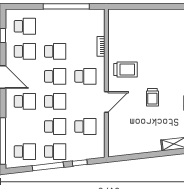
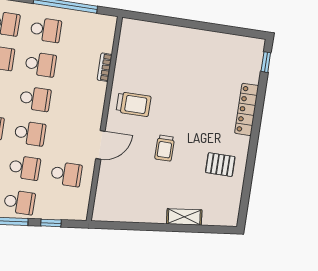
school desk: (85, 76) -> (46, 30), moved

